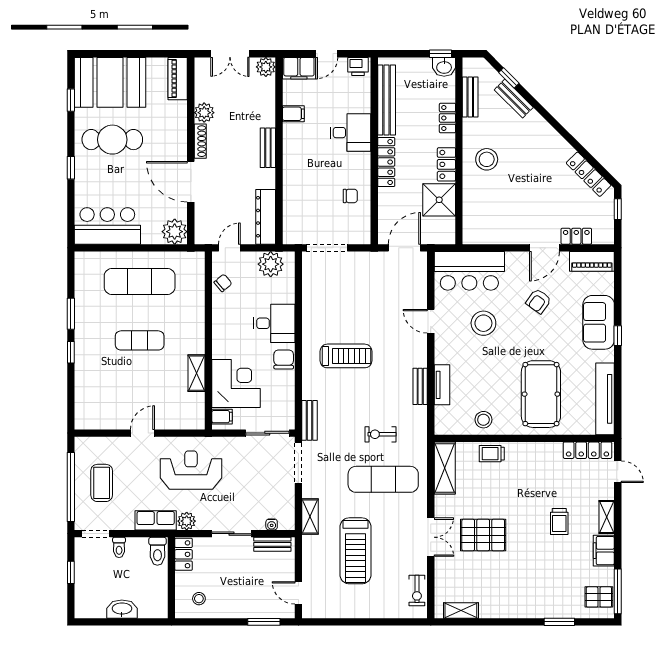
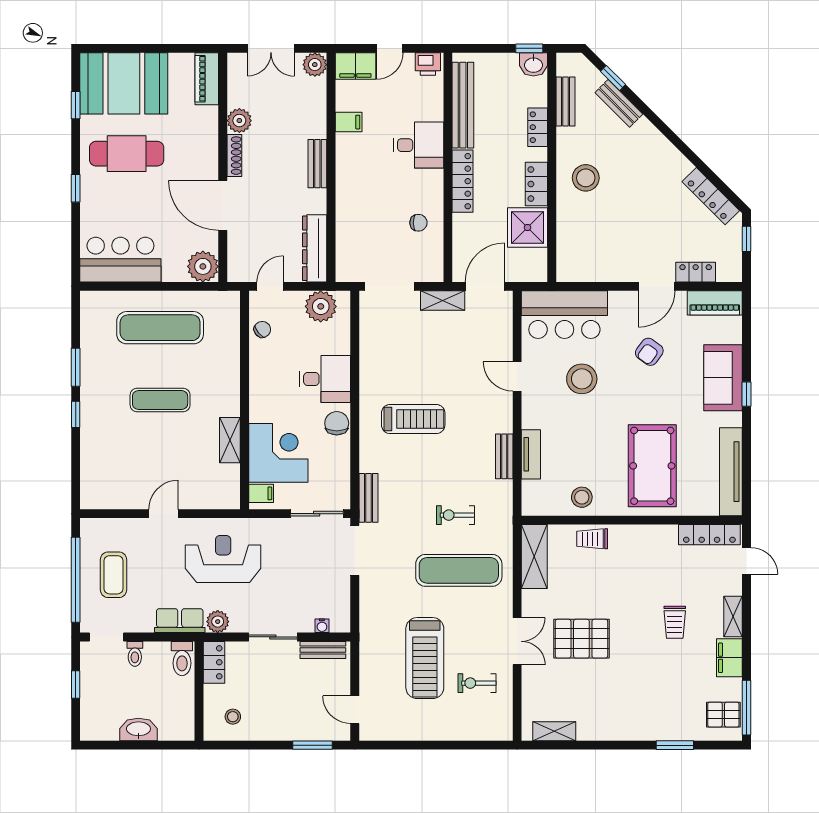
shelving: (310, 516) -> (443, 301), moved, turned 90
exercise bike: (417, 590) -> (477, 683), moved, turned 90

